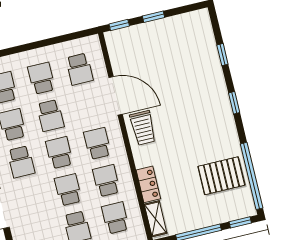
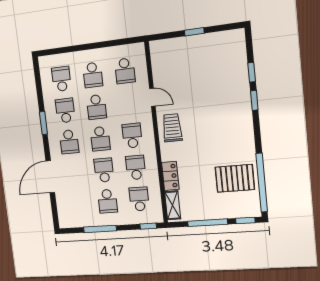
window: (119, 25) -> (163, 36), removed
school desk: (41, 78) -> (93, 75), turned 180
door: (116, 96) -> (152, 97), width x0.53
window: (234, 103) -> (254, 100), moved
trolley: (143, 128) -> (172, 128), turned 180
school desk: (59, 153) -> (100, 139), turned 180

